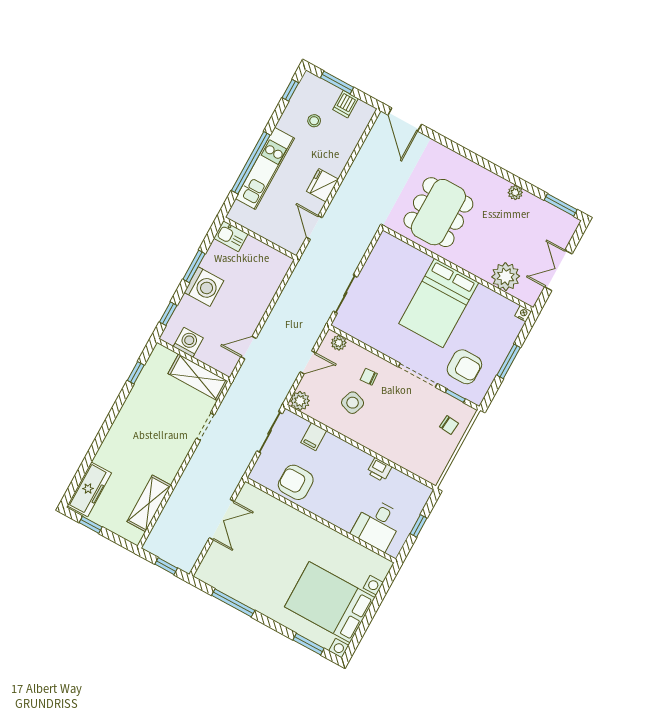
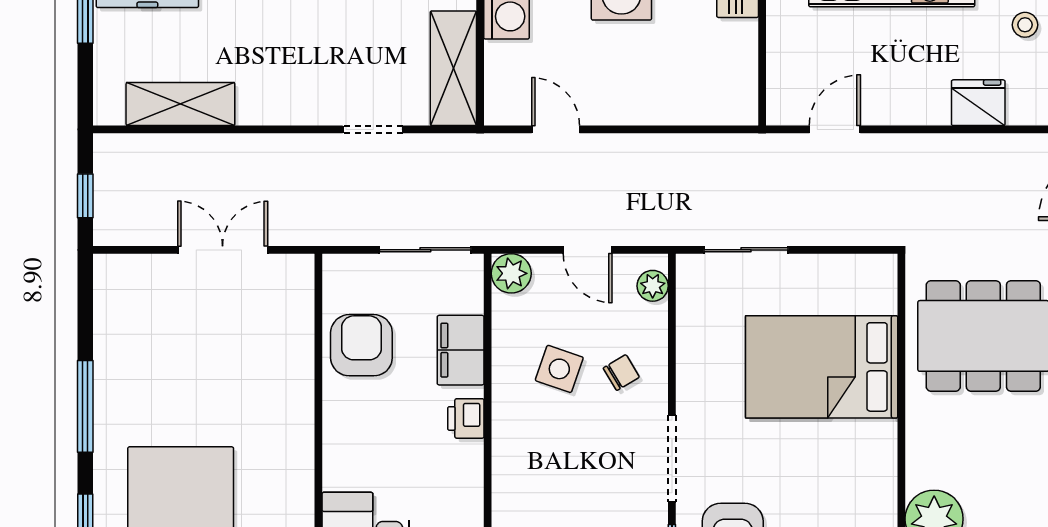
fridge: (322, 185) -> (978, 103), moved
bed: (439, 303) -> (822, 367), moved
chair: (369, 377) -> (621, 373), turned 63
filing cabinet: (314, 437) -> (461, 350), width x2.00
printer: (379, 470) -> (466, 418), moved
double door: (222, 520) -> (223, 250), swing flipped
window: (233, 603) -> (85, 406), moved

